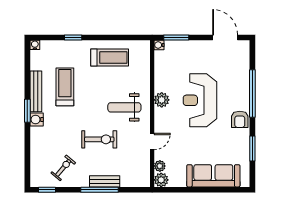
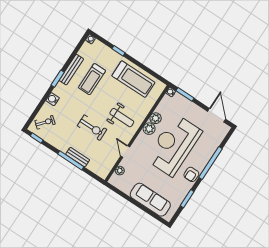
treadmill: (110, 57) -> (133, 79), width x1.37, depth x1.38
treadmill: (65, 87) -> (92, 79), turned 180
reception desk: (200, 100) -> (174, 145), width x1.36, depth x1.30
weight bench: (124, 107) -> (122, 118), turned 180
water cooler: (37, 120) -> (53, 99), moved
door: (152, 142) -> (125, 151), swing flipped
exercise bike: (63, 168) -> (45, 122), moved
plant: (161, 180) -> (156, 118), moved

